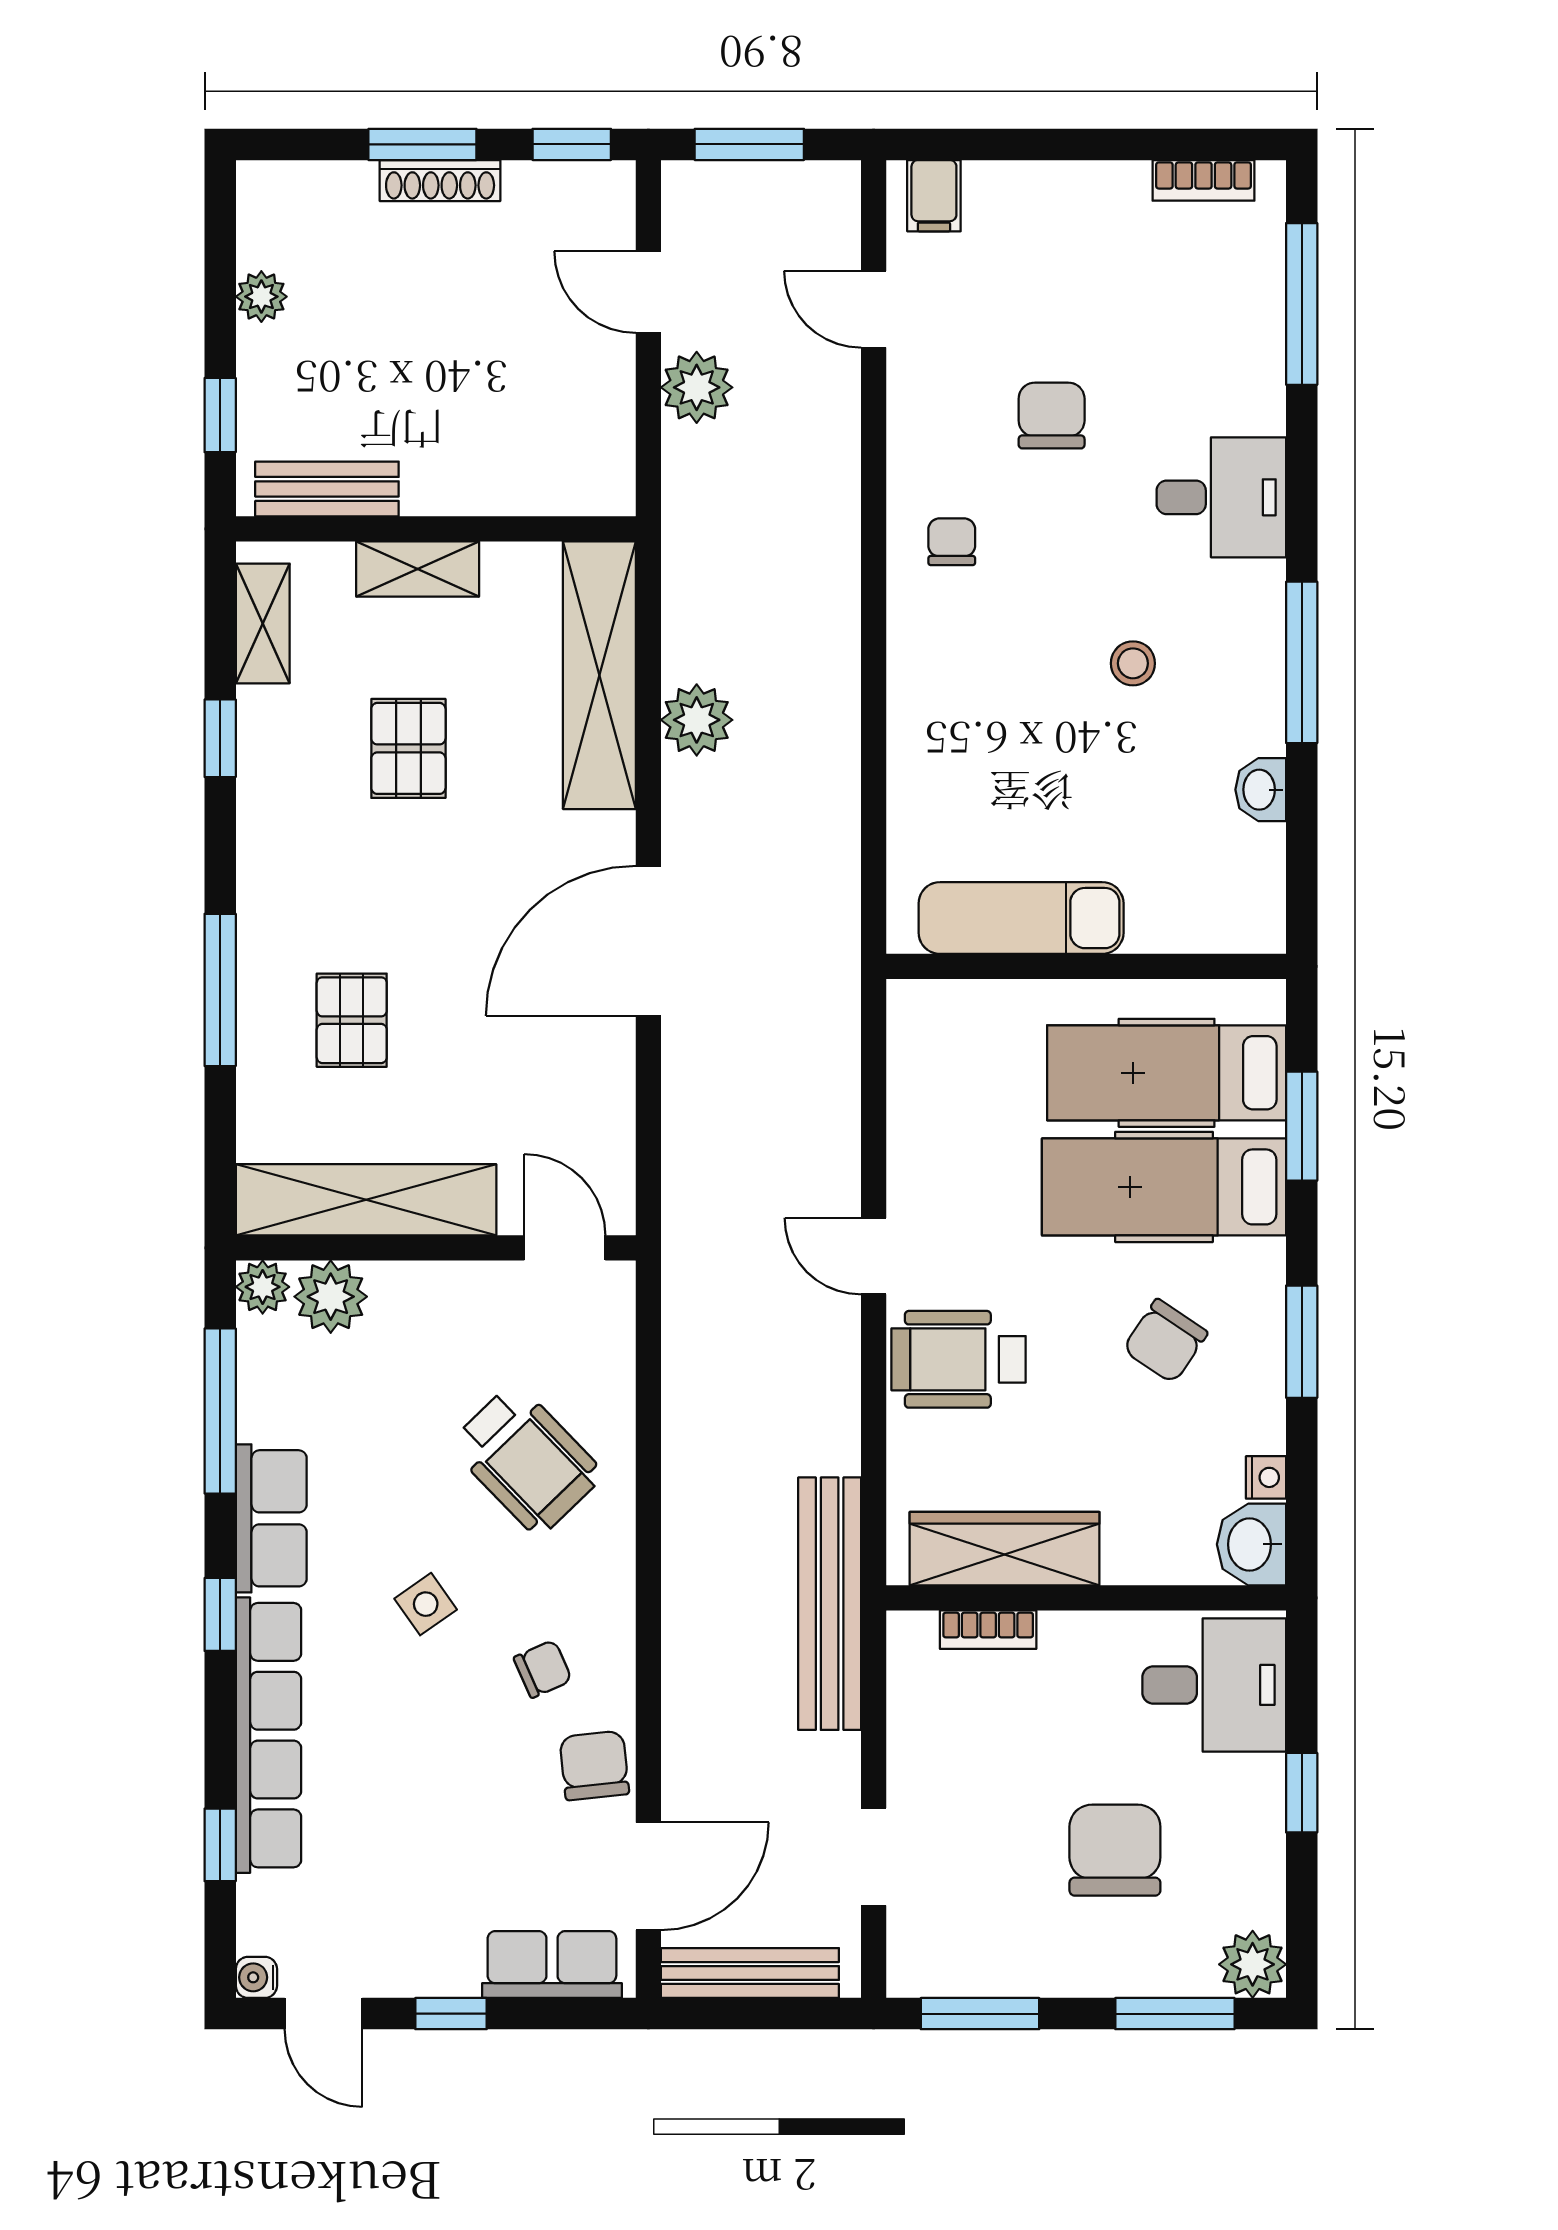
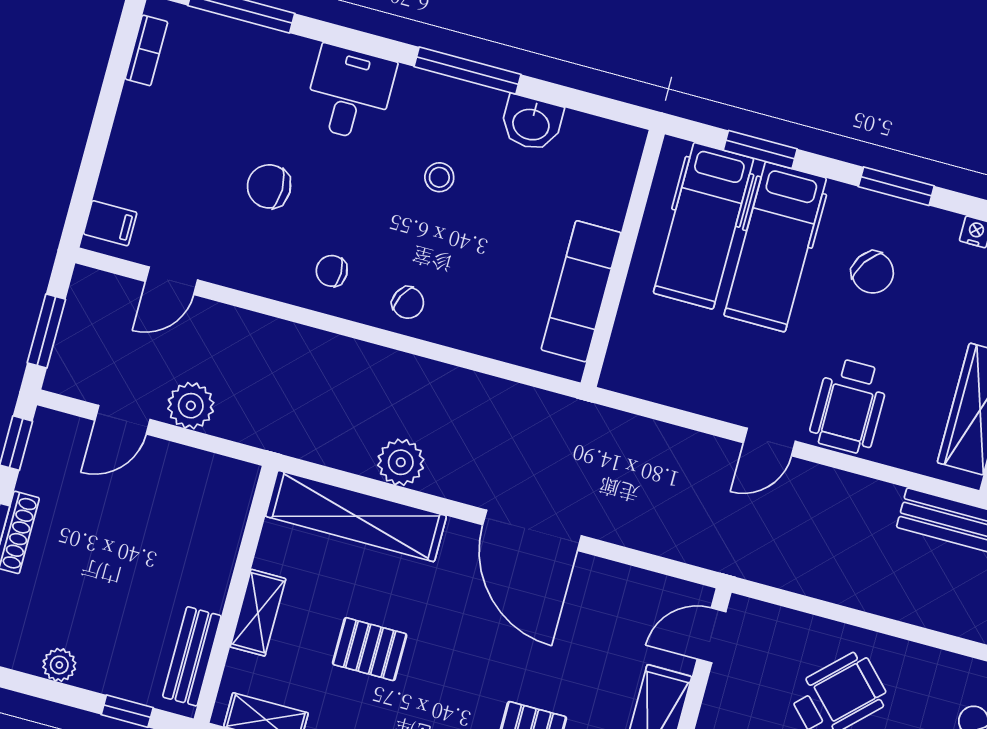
chair: (935, 667) -> (408, 303), added
washbasin: (1261, 790) -> (531, 123), width x1.38, depth x1.45

